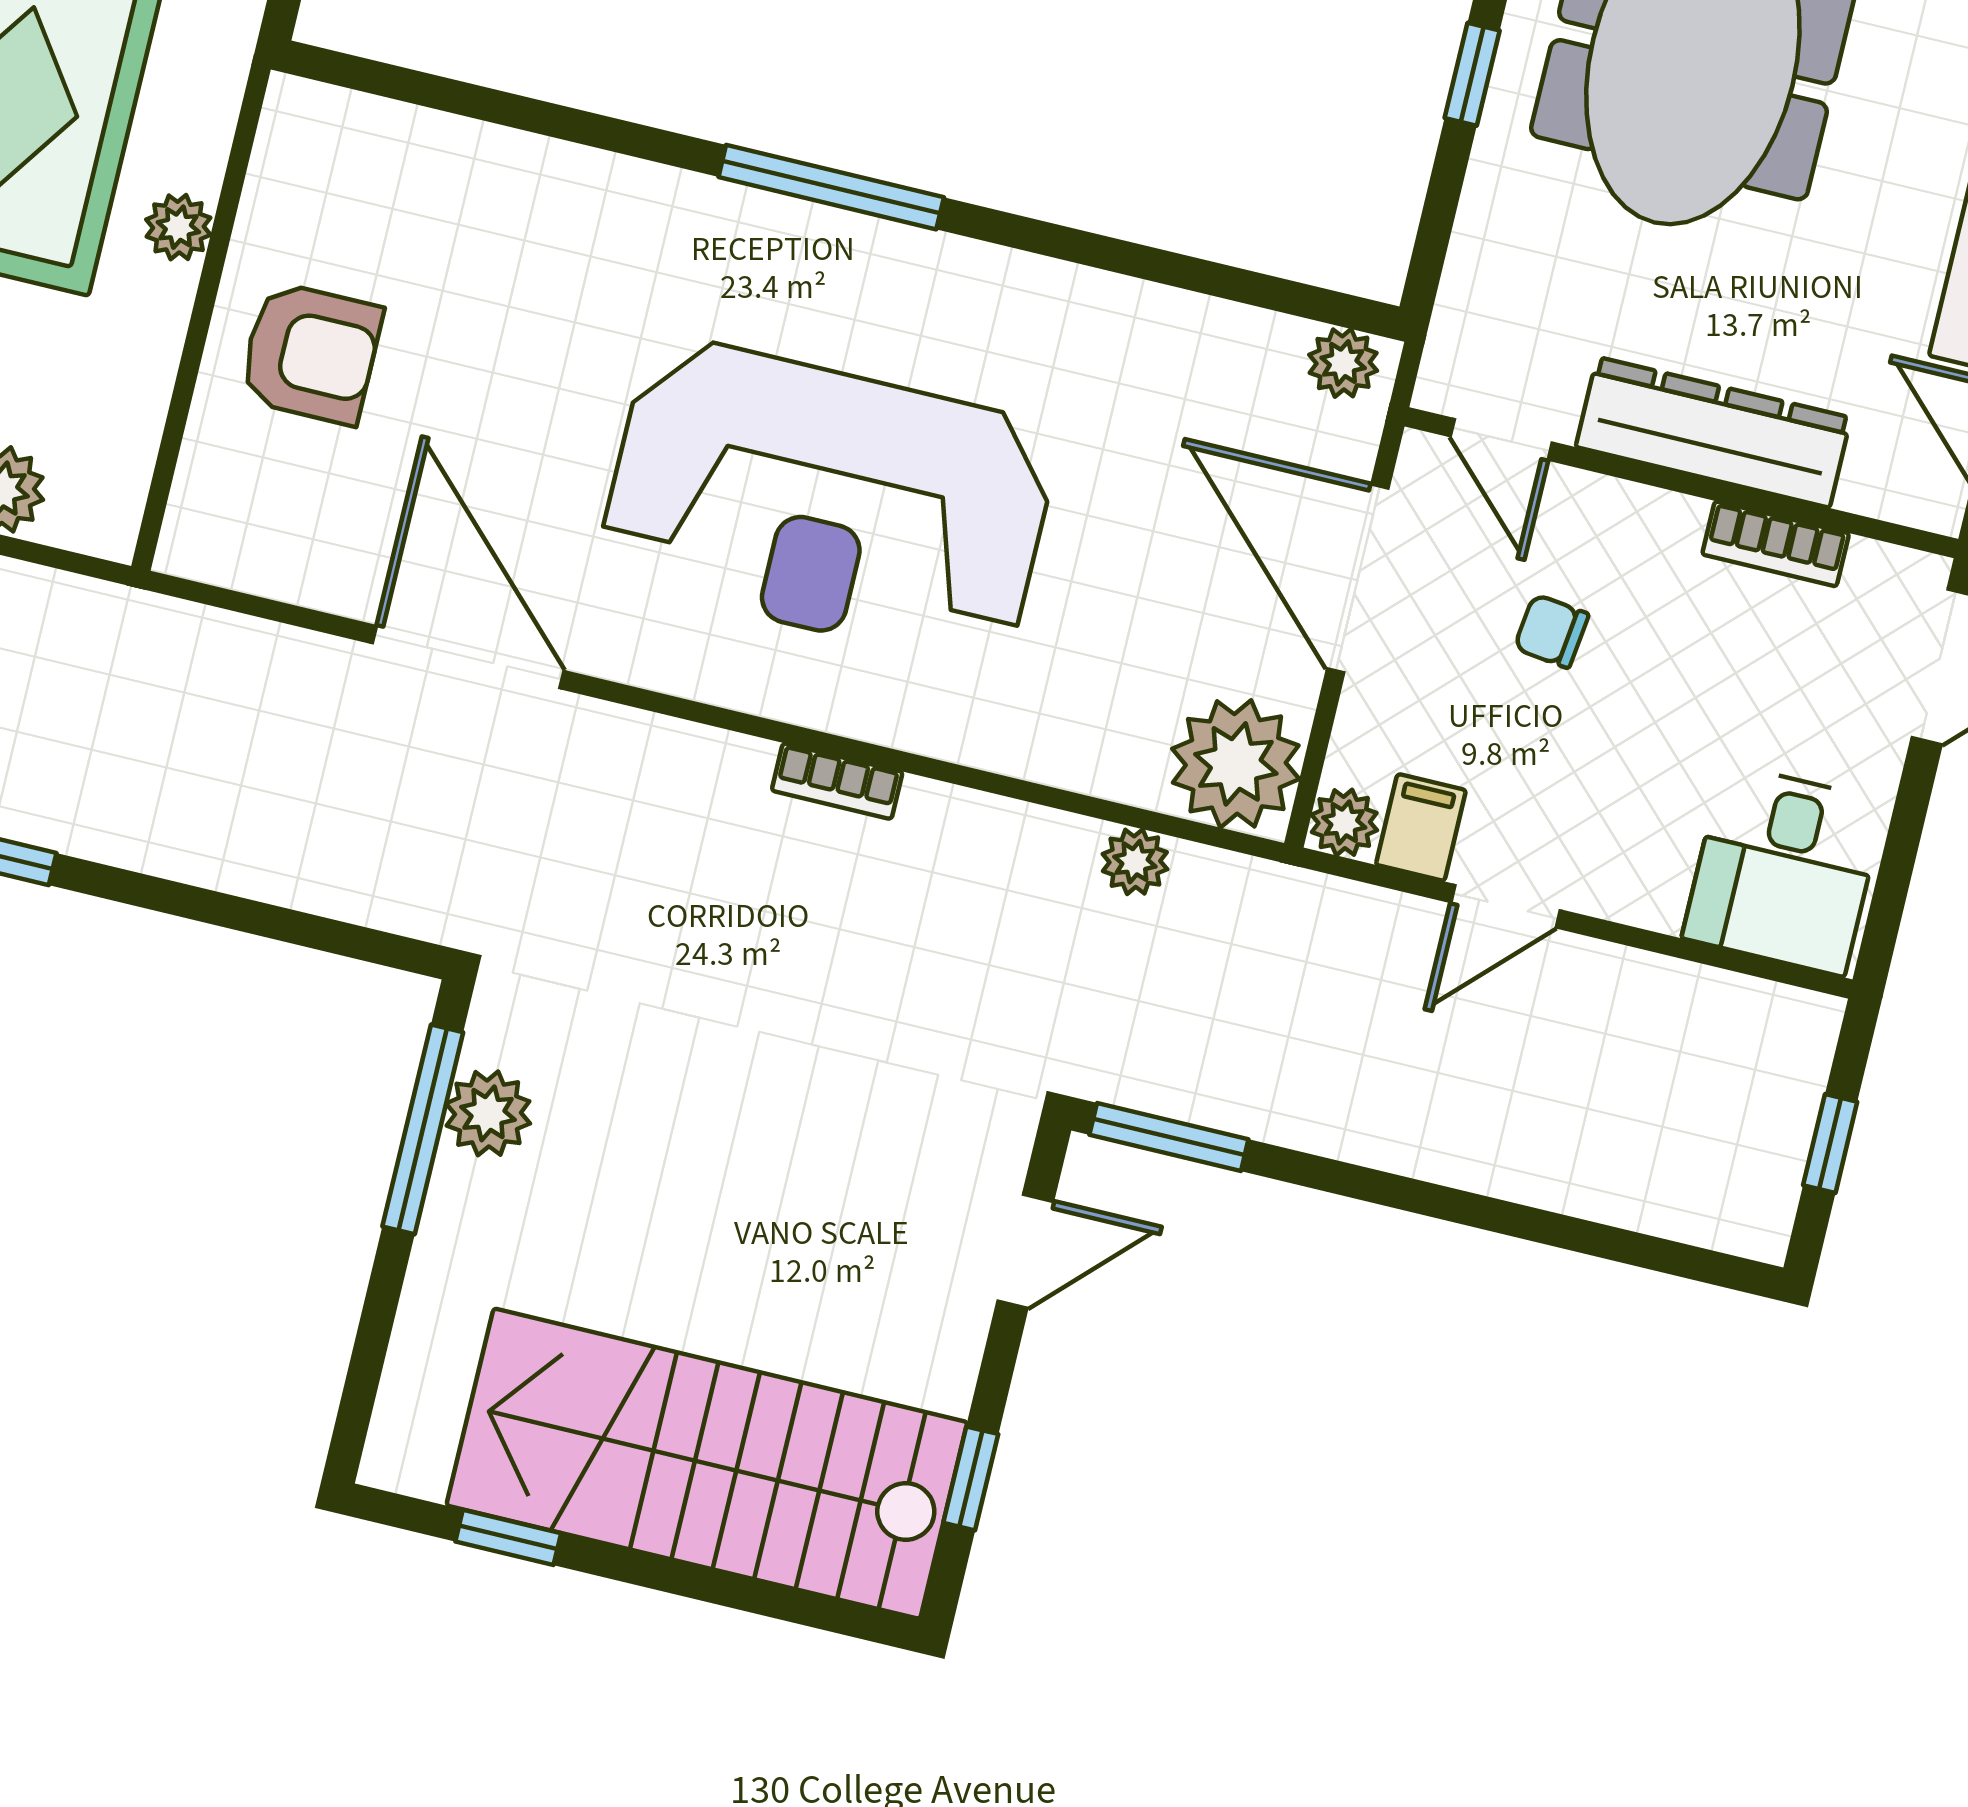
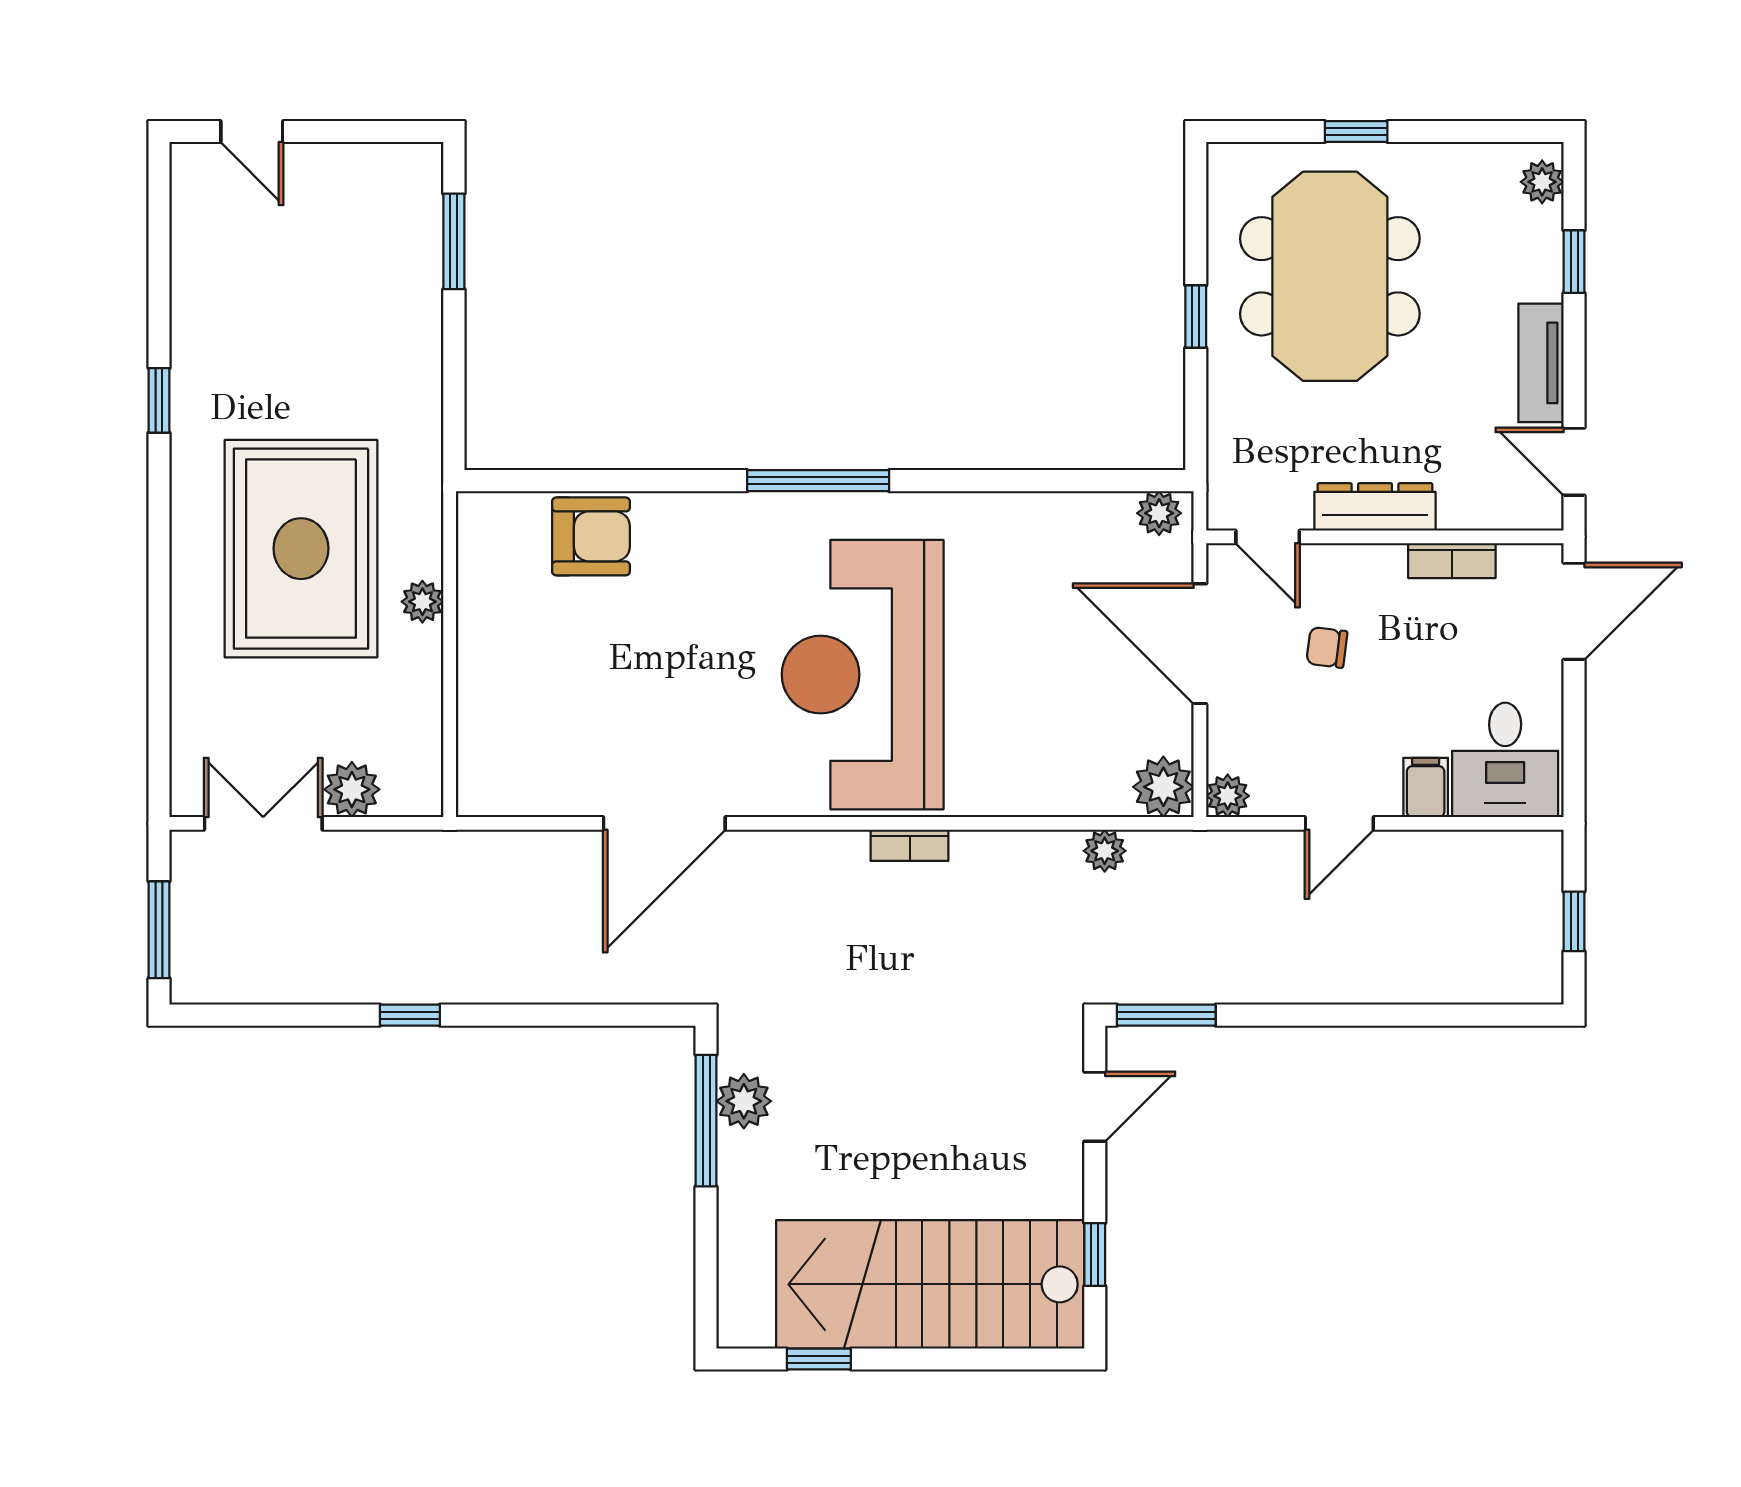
armchair: (311, 353) -> (591, 536), moved
dresser: (1713, 432) -> (1375, 507), width x0.73, depth x0.80
reception desk: (828, 502) -> (863, 675), turned 90
door: (468, 657) -> (664, 823), swing flipped
plant: (1236, 764) -> (1163, 787), width x0.73, depth x0.73
filing cabinet: (1421, 827) -> (1426, 787), moved

